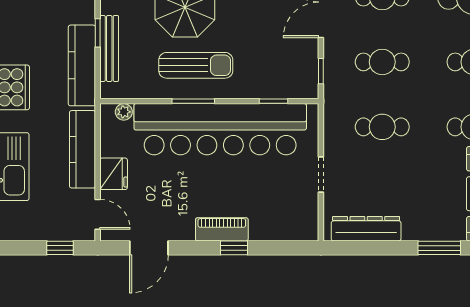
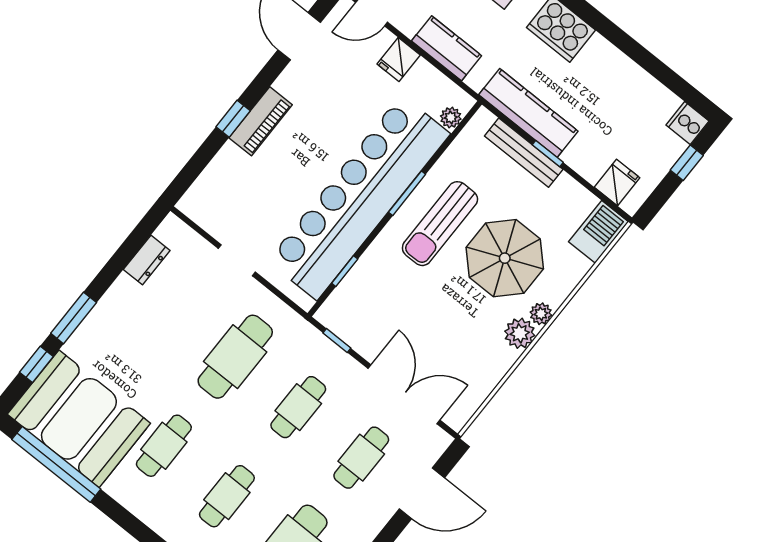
cafe table: (382, 127) -> (235, 357), width x1.37, depth x1.35
kitchen counter: (82, 149) -> (447, 48), width x0.67
fridge: (114, 174) -> (399, 59), width x0.72
dresser: (366, 229) -> (147, 260), width x0.51, depth x0.80

